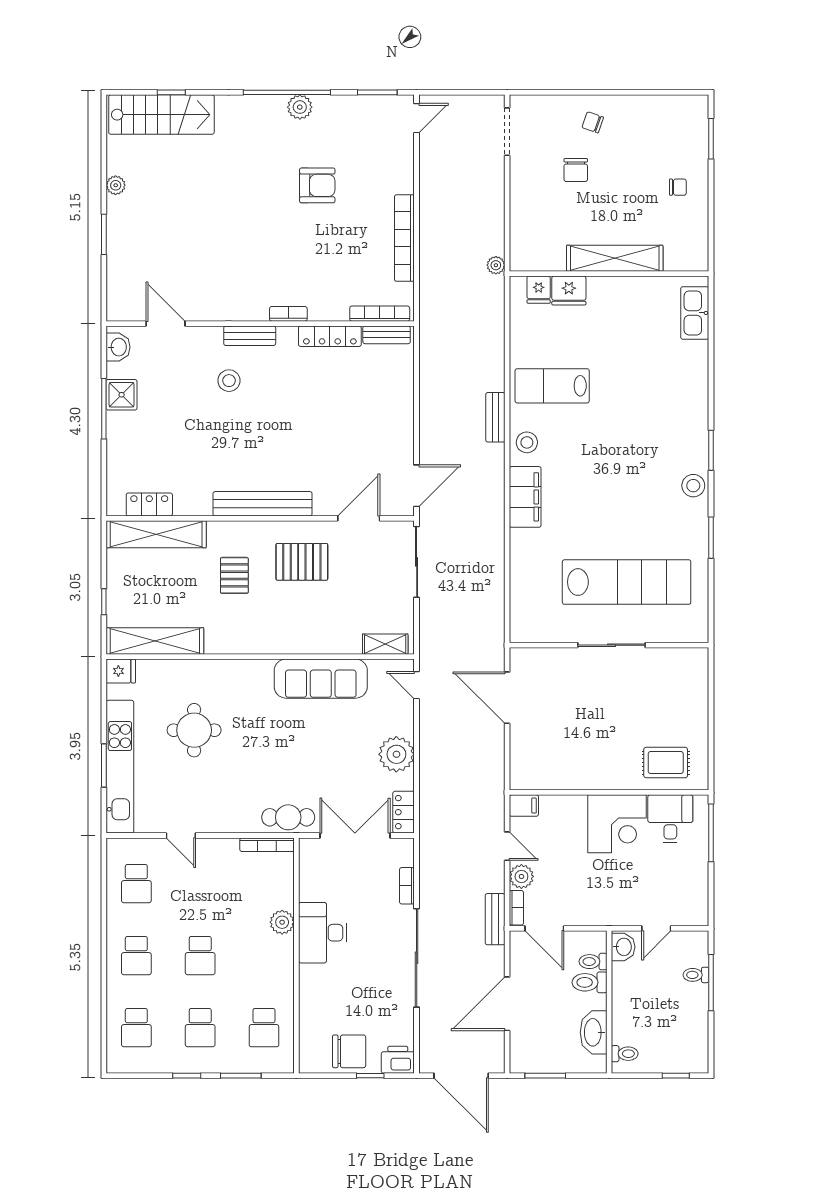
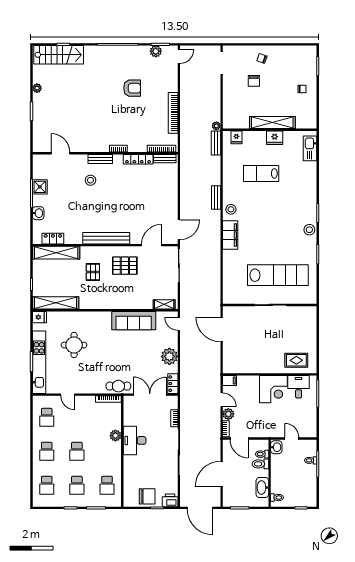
plant: (300, 107) -> (156, 51), moved
fridge: (569, 291) -> (275, 138), moved
washbasin: (118, 347) -> (38, 213), moved
lab bench: (552, 386) -> (261, 173), moved
bench: (495, 919) -> (216, 143), moved
door: (656, 928) -> (292, 438), swing flipped

